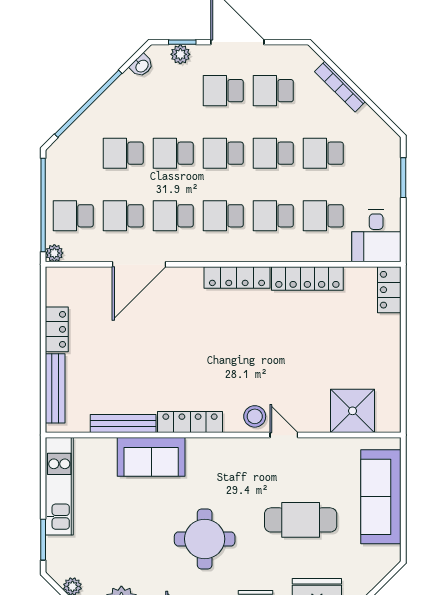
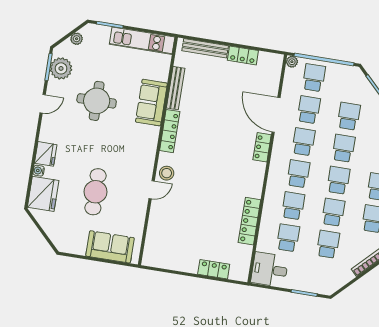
locker: (237, 278) -> (262, 147), moved, width x0.66
locker: (389, 290) -> (214, 269), moved
shower: (353, 411) -> (160, 236), removed
sofa: (381, 497) -> (110, 247), width x0.73
round table: (205, 539) -> (97, 101), moved

